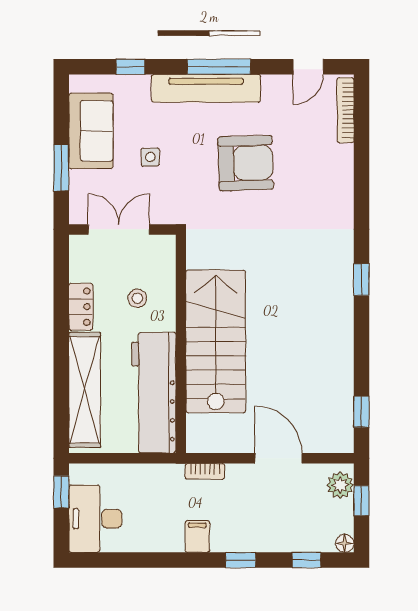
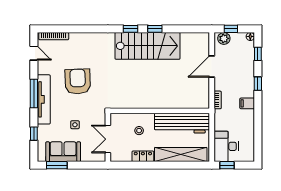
window: (61, 168) -> (57, 165), moved
stairs: (216, 341) -> (148, 46), moved, turned 180
window: (361, 412) -> (155, 29), moved
desk: (95, 519) -> (226, 146), moved, turned 90

